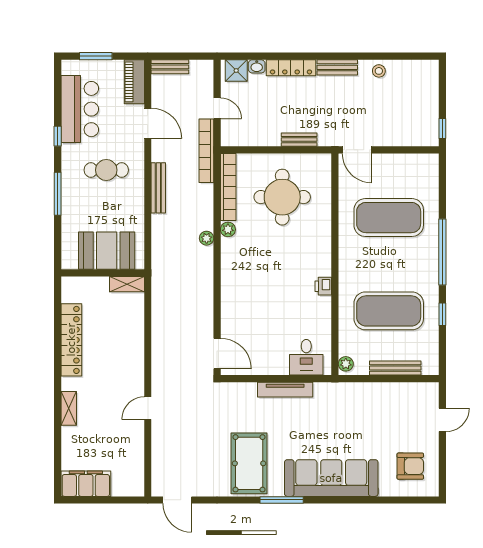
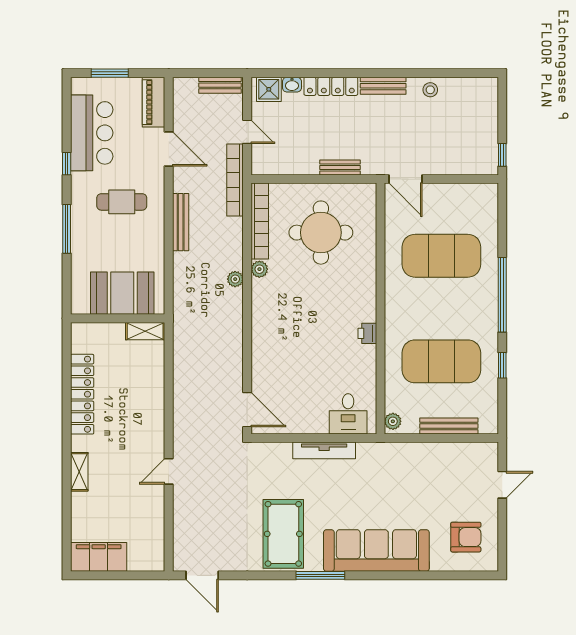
bench: (170, 67) -> (220, 85), moved

